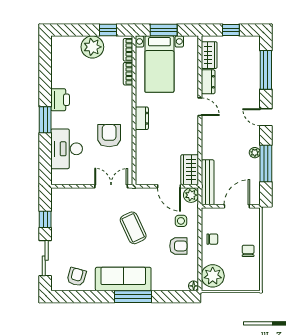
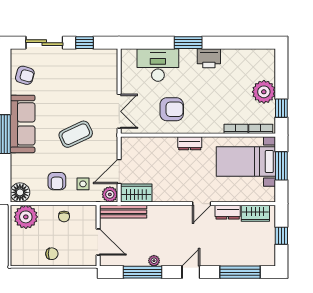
floor lamp: (194, 286) -> (20, 192), width x1.89, depth x1.89

